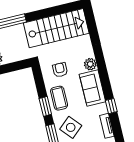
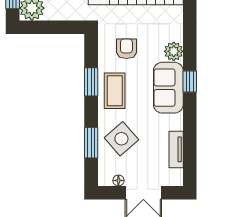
window: (45, 106) -> (91, 82), moved
window: (111, 106) -> (190, 82), moved

